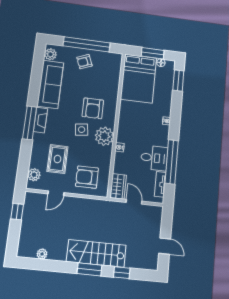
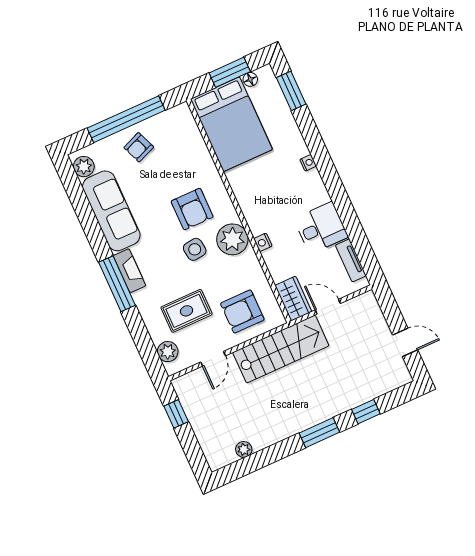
rug: (57, 159) -> (187, 311), turned 90
window: (172, 162) -> (349, 218), removed
stairs: (96, 253) -> (281, 349), moved, turned 180

